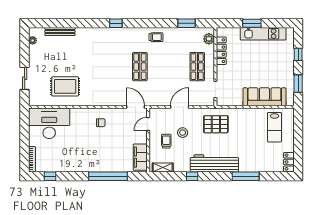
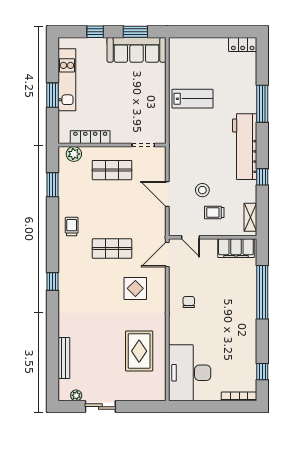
sliding door: (25, 78) -> (100, 407), moved
display table: (111, 84) -> (135, 288), added
sofa: (264, 97) -> (136, 50), moved, turned -90
pallet: (216, 124) -> (191, 144), removed
lab bench: (274, 127) -> (192, 99), moved

